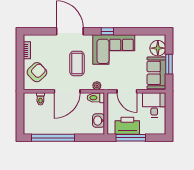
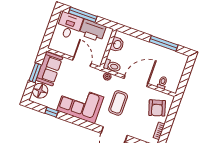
window: (107, 31) -> (52, 112), moved
armchair: (37, 72) -> (157, 108), turned -63
desk: (154, 105) -> (69, 26), moved, turned 180
window: (53, 138) -> (164, 43), width x0.68
window: (131, 138) -> (83, 15), moved

